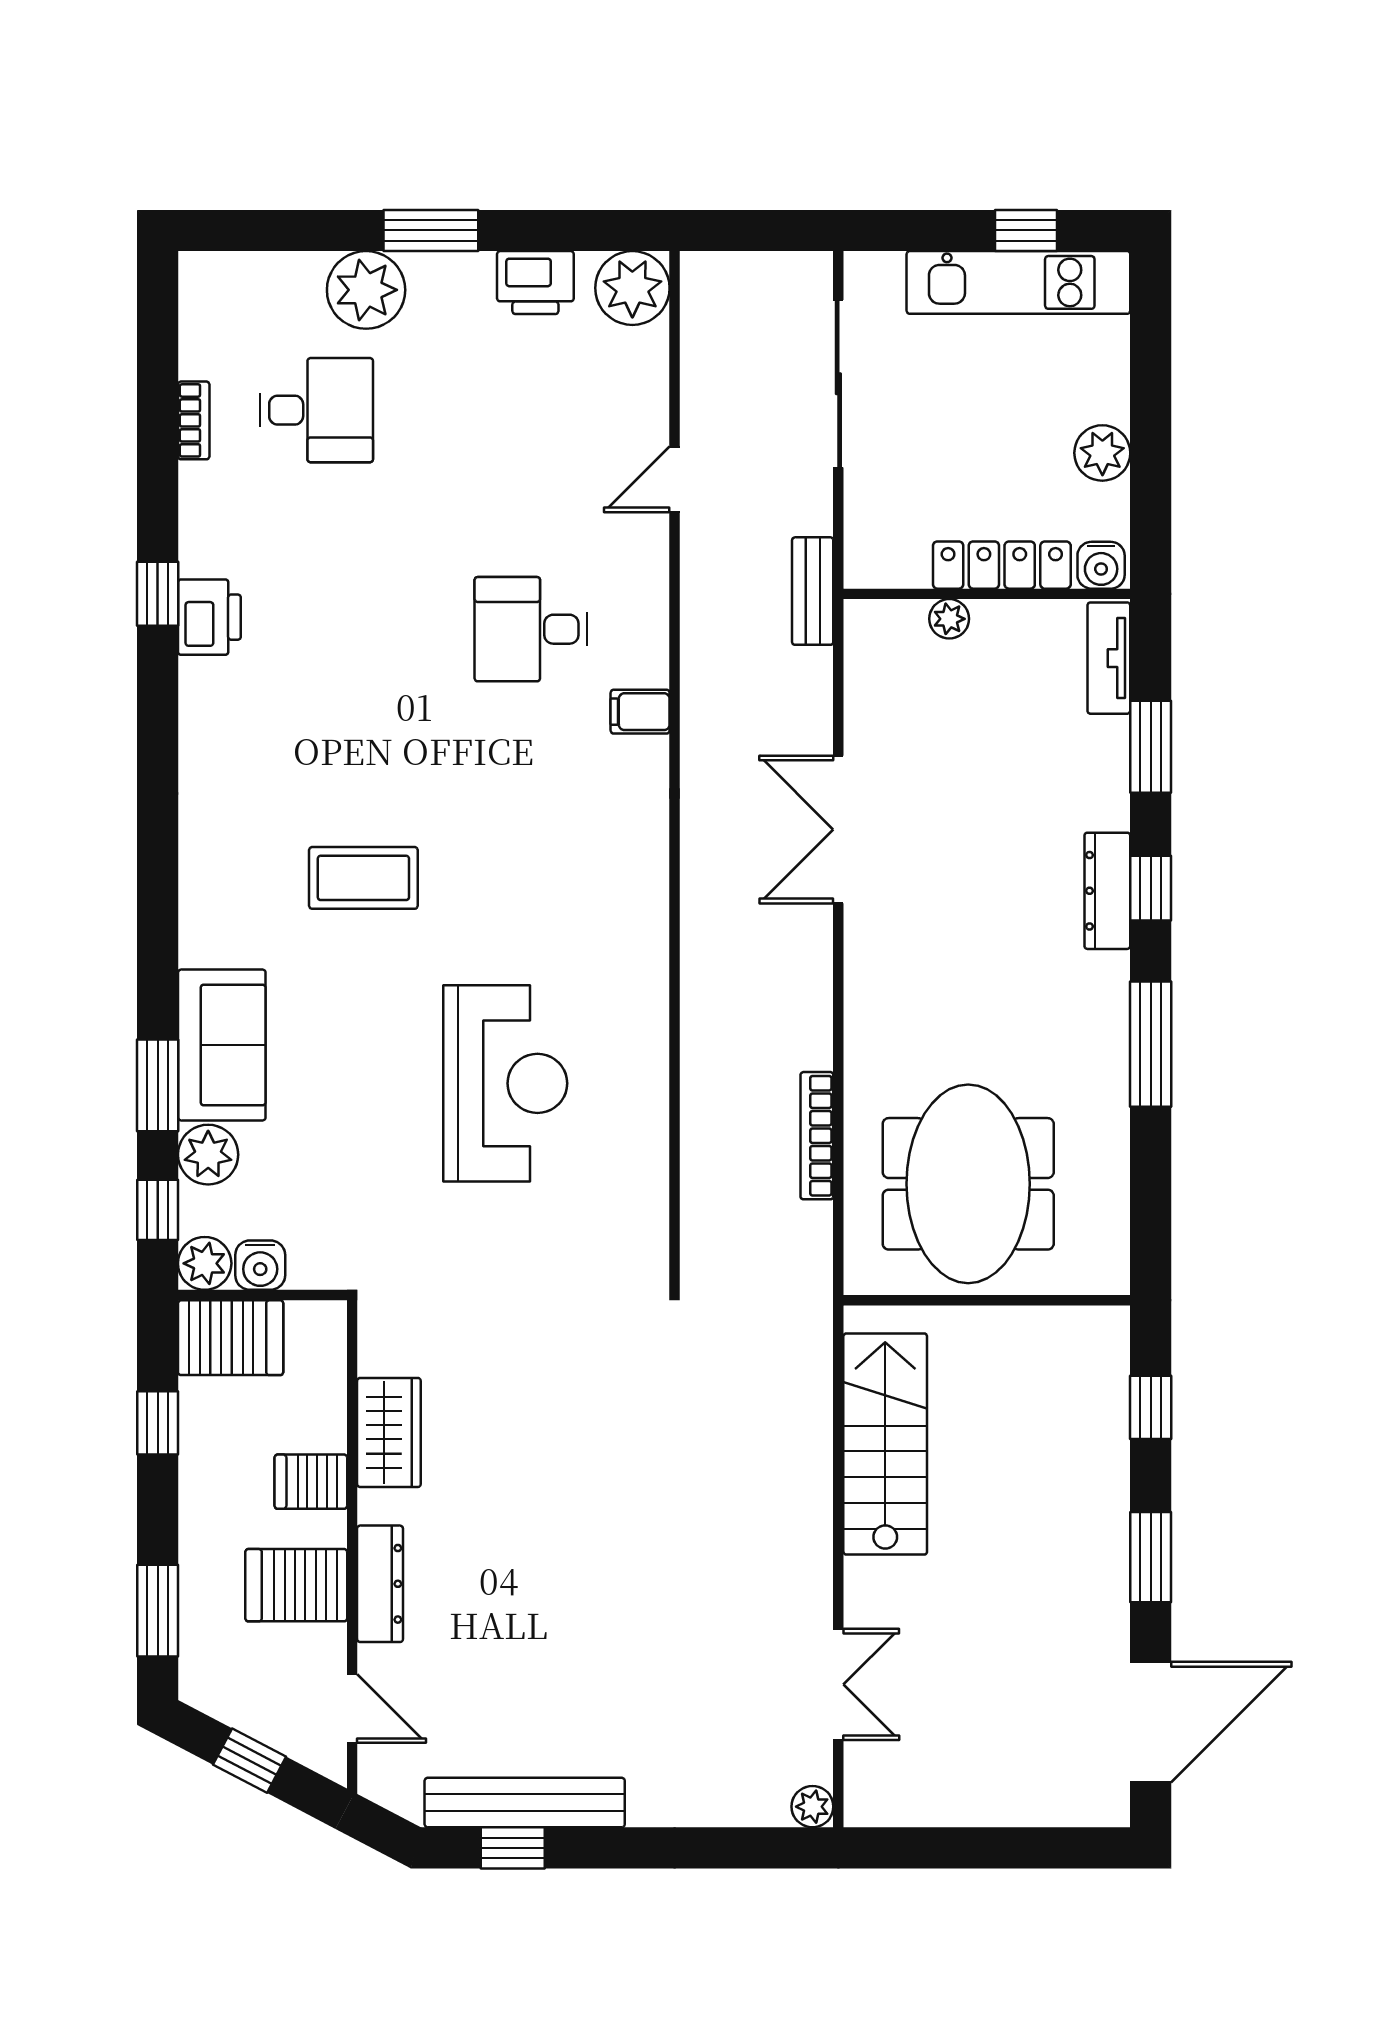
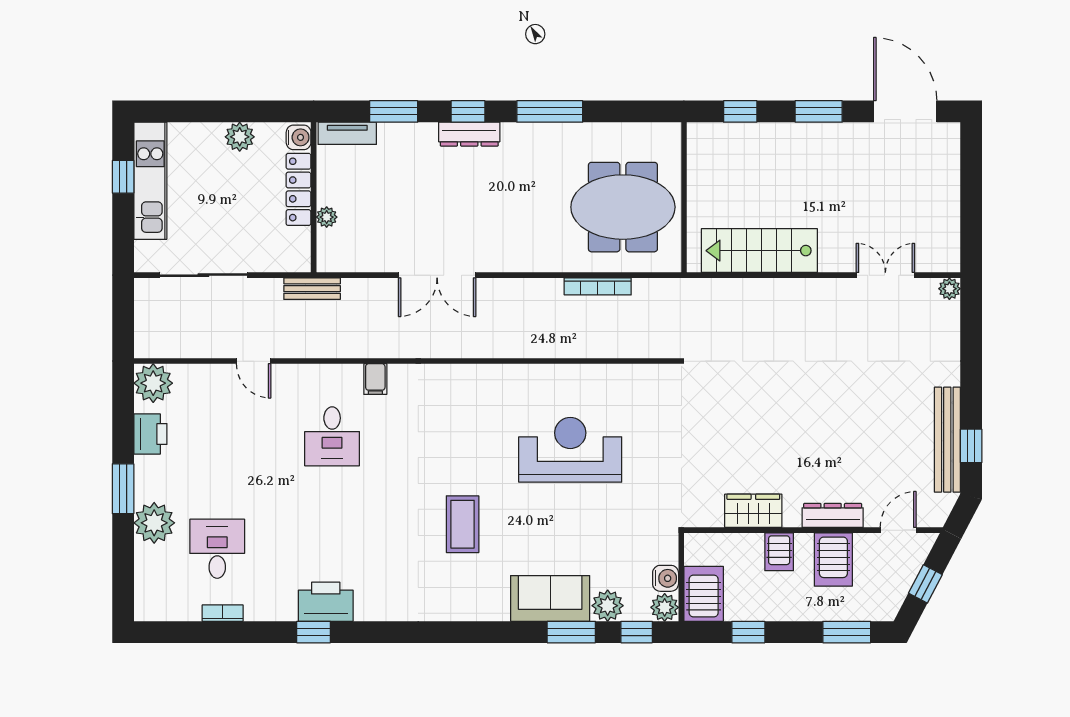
printer: (209, 617) -> (326, 602), width x1.37, depth x1.19

